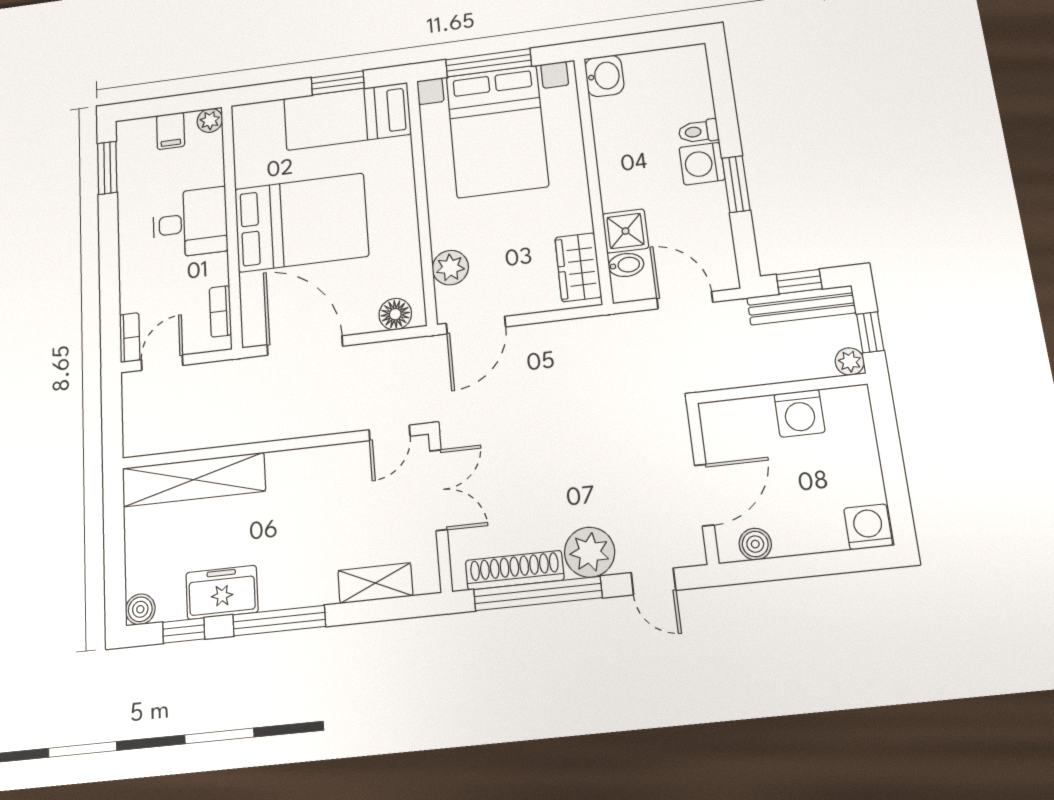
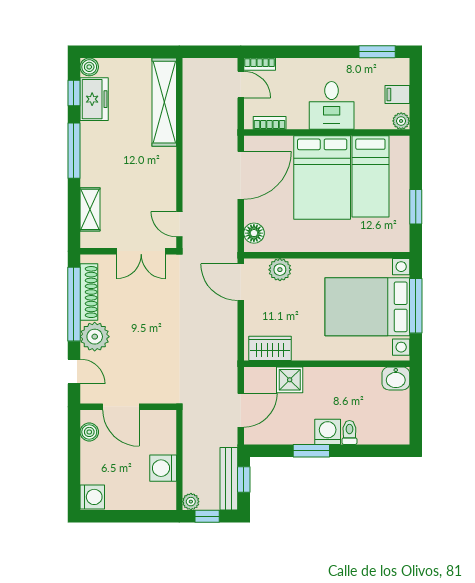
bed: (347, 116) -> (370, 176), moved, turned 180
bidet: (626, 265) -> (268, 378), removed
door: (653, 581) -> (74, 371), swing flipped
freezer: (222, 592) -> (94, 99), moved

